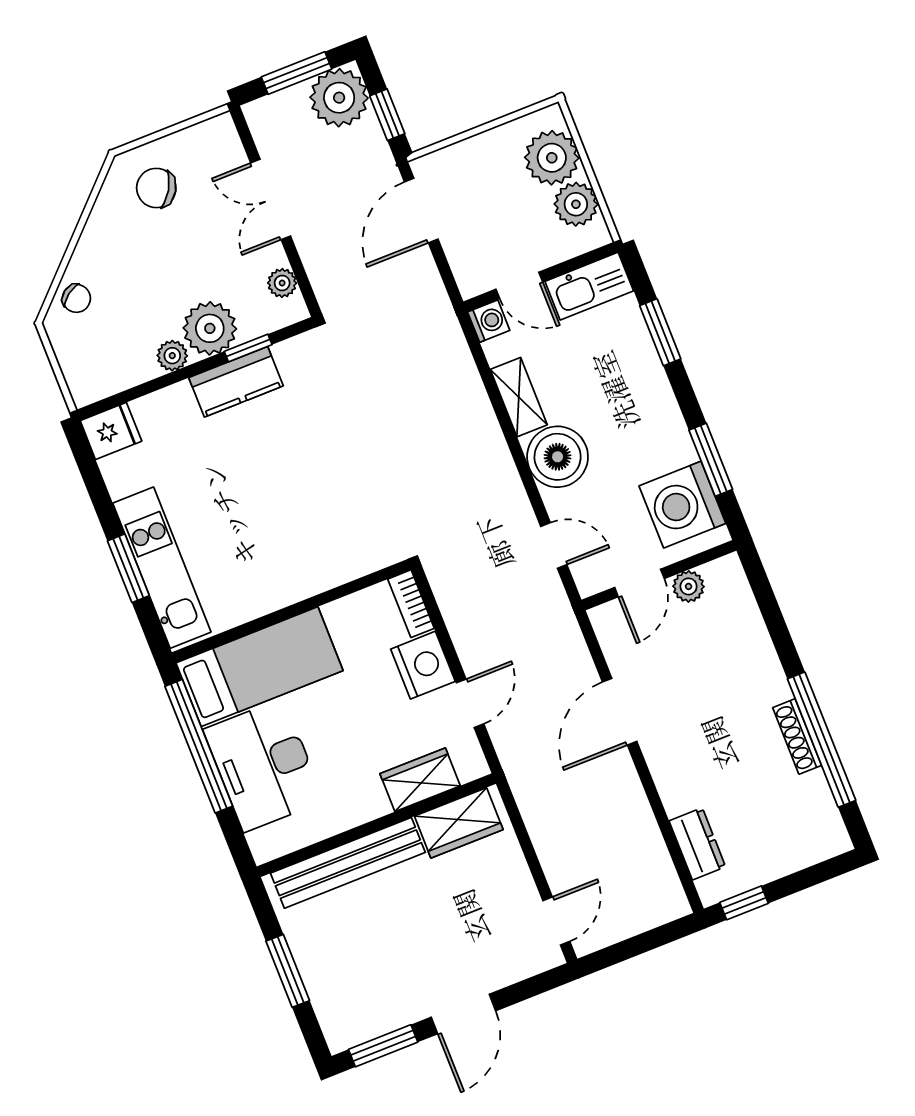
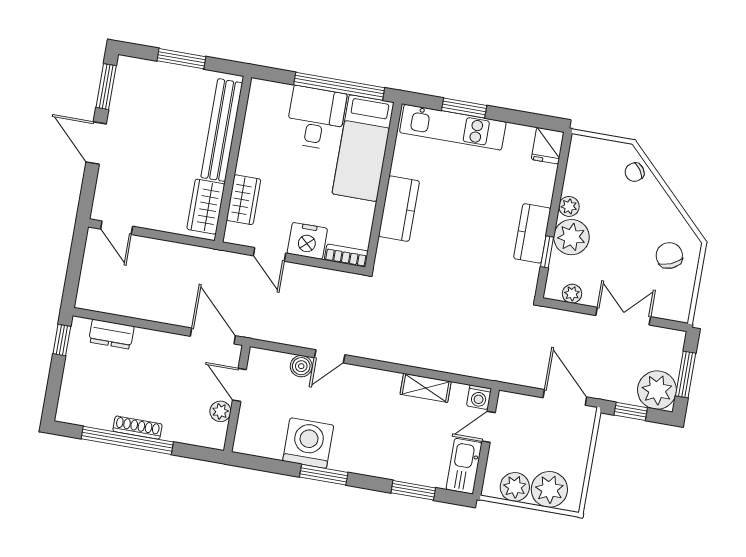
chair: (156, 188) -> (669, 256), turned -54
boiler: (558, 457) -> (301, 366), moved, width x0.54, depth x0.54
kitchen counter: (309, 573) -> (399, 209), added
wall: (659, 575) -> (237, 399), moved
door: (639, 583) -> (239, 385), moved
plant: (689, 586) -> (220, 411), moved
desk: (264, 765) -> (316, 118), width x0.73

